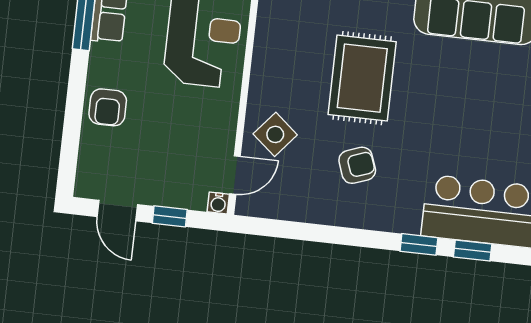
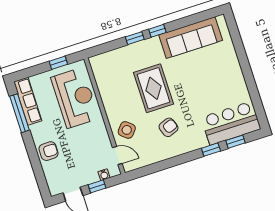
armchair: (108, 107) -> (48, 151), turned -90
door: (235, 175) -> (117, 155), hinge flipped
water cooler: (218, 203) -> (104, 175), moved

